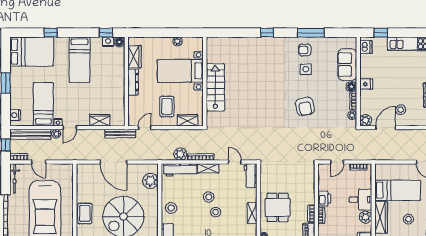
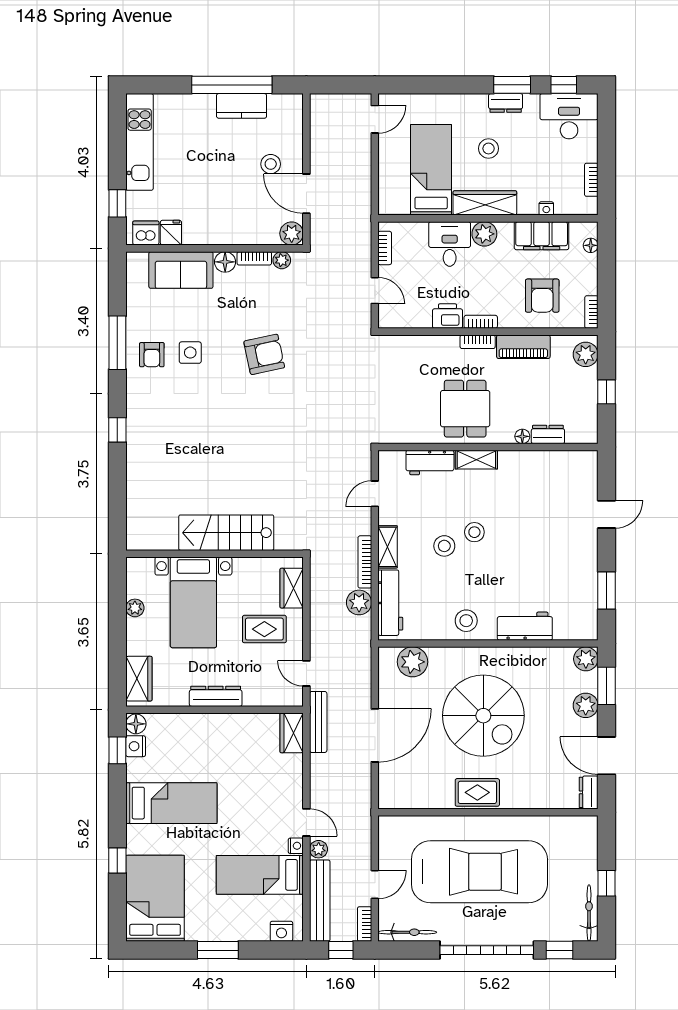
wardrobe: (135, 57) -> (139, 679), moved, turned 90
fridge: (366, 84) -> (171, 233), moved
wardrobe: (100, 120) -> (292, 733), moved
workbench: (251, 176) -> (430, 463), moved
dining table: (278, 207) -> (465, 409), turned 90

